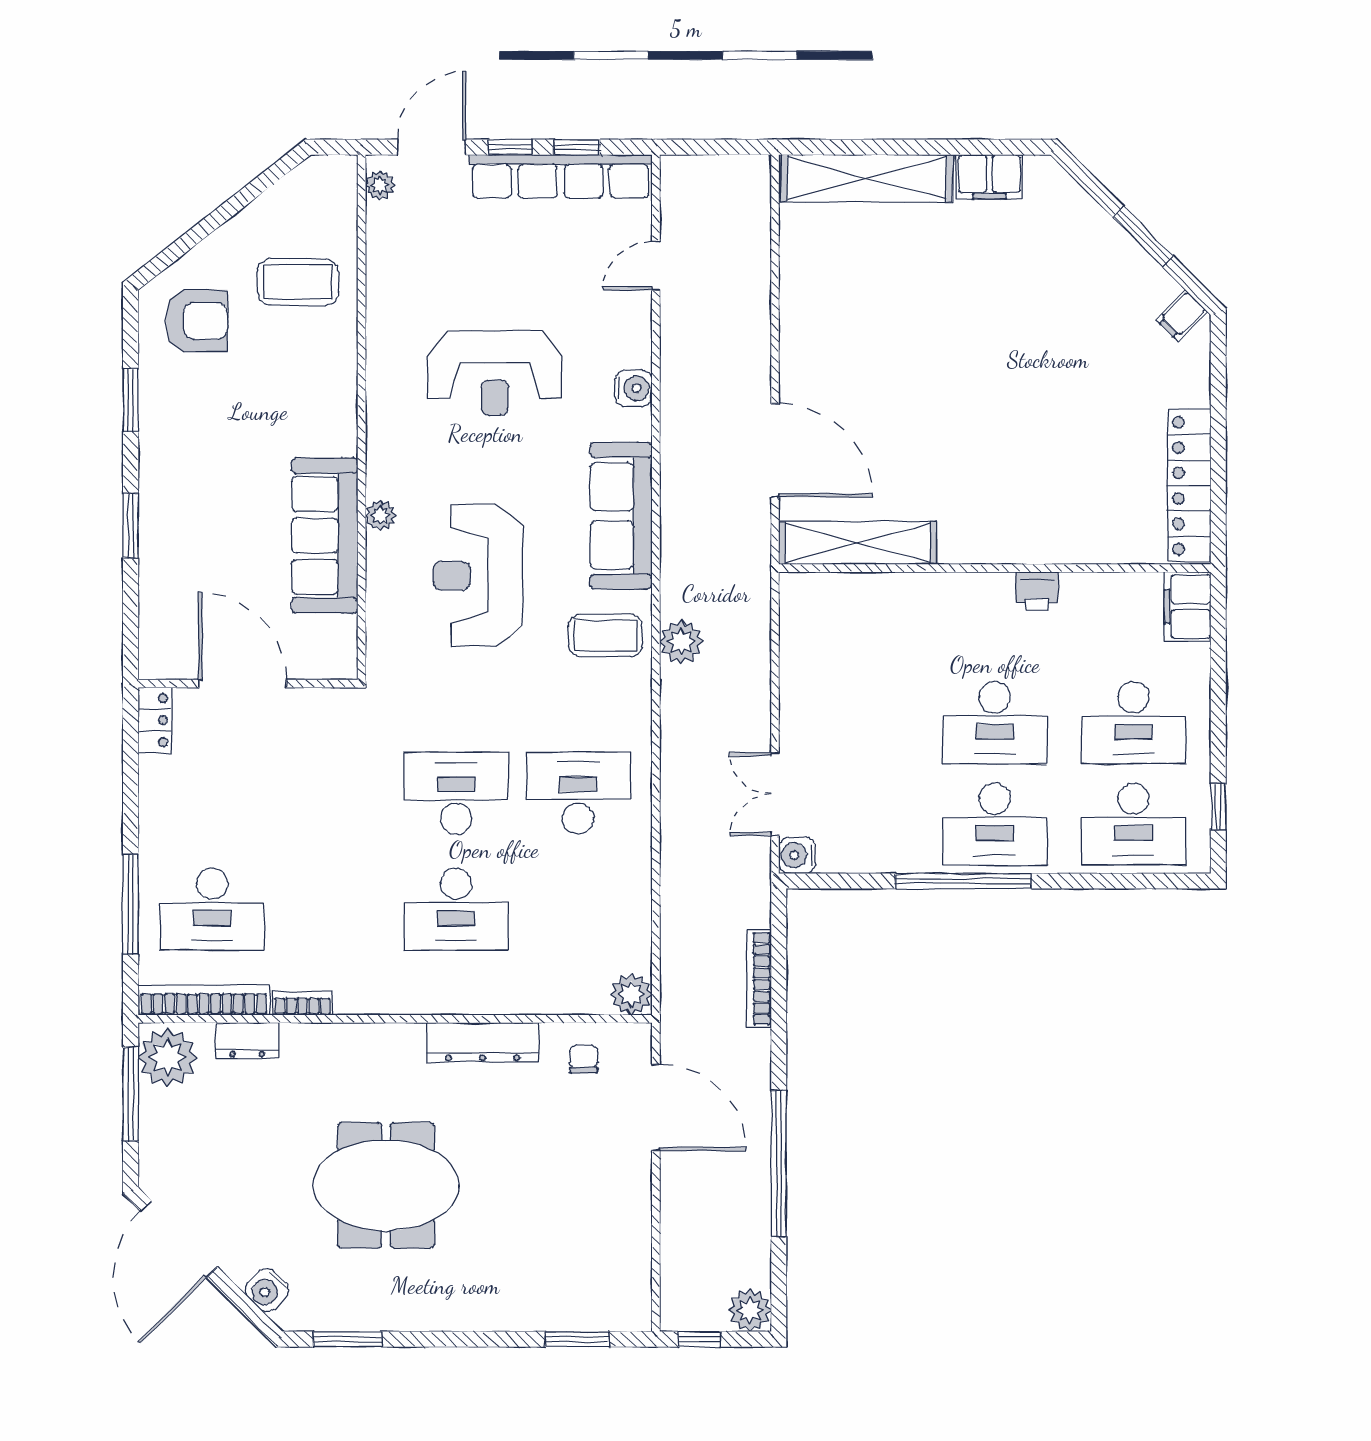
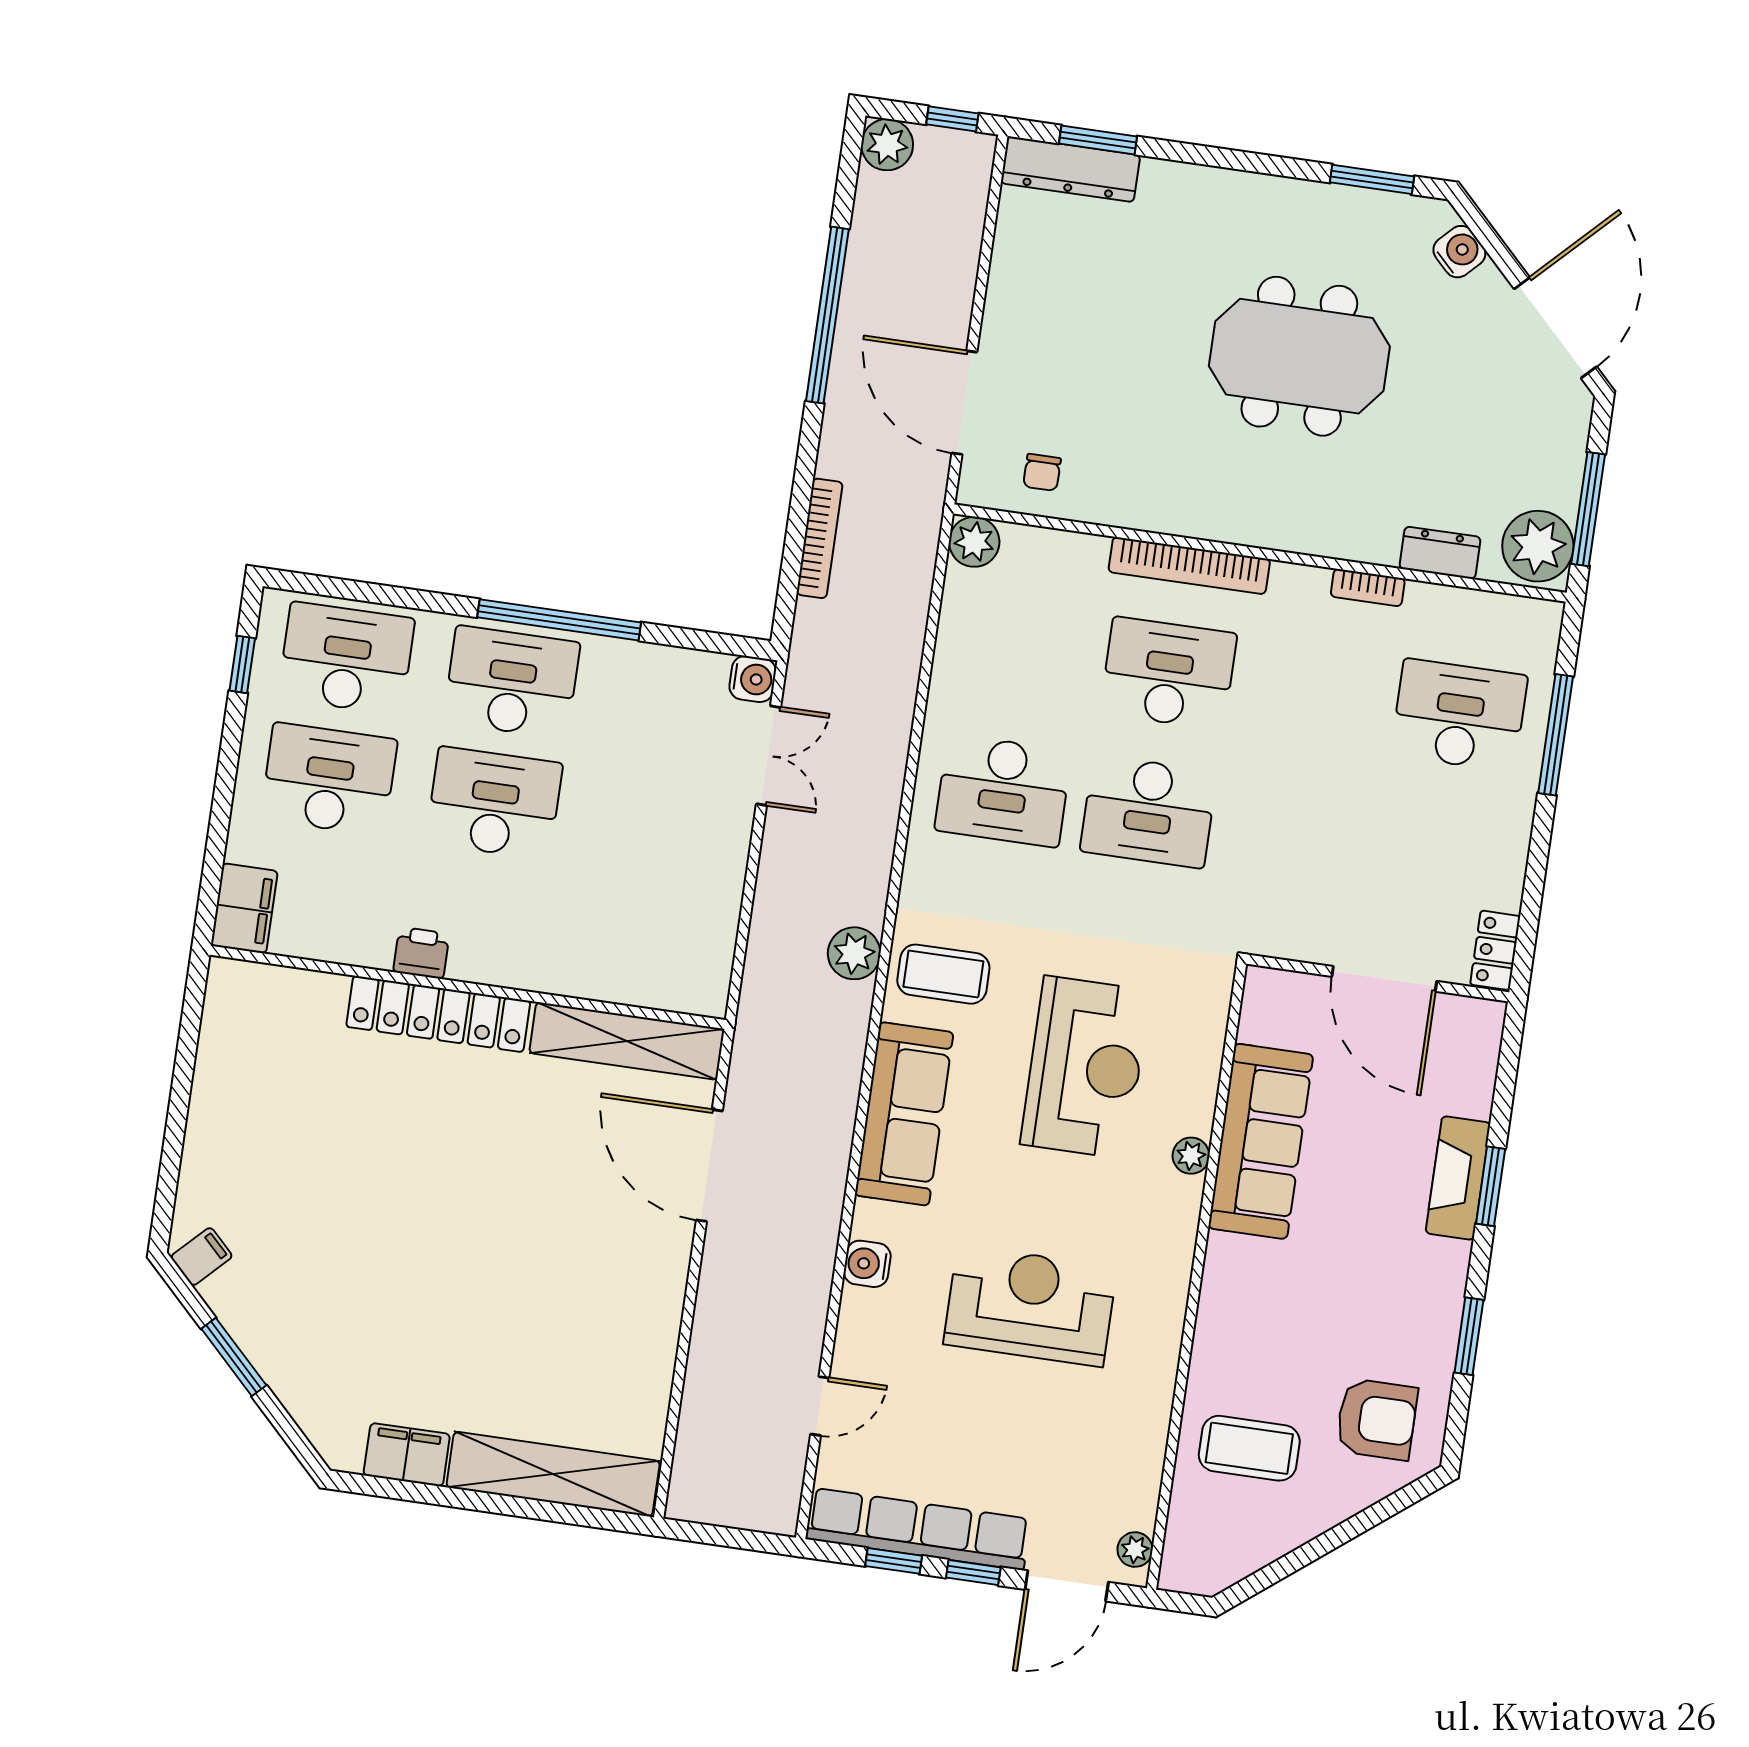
armchair: (197, 321) -> (1377, 1419), turned 180
locker: (1189, 486) -> (438, 1014), moved, turned 90
fireplace: (158, 529) -> (1458, 1178), added
bookcase: (204, 1000) -> (1189, 566), moved
dresser: (483, 1042) -> (1070, 169), moved, turned 180

